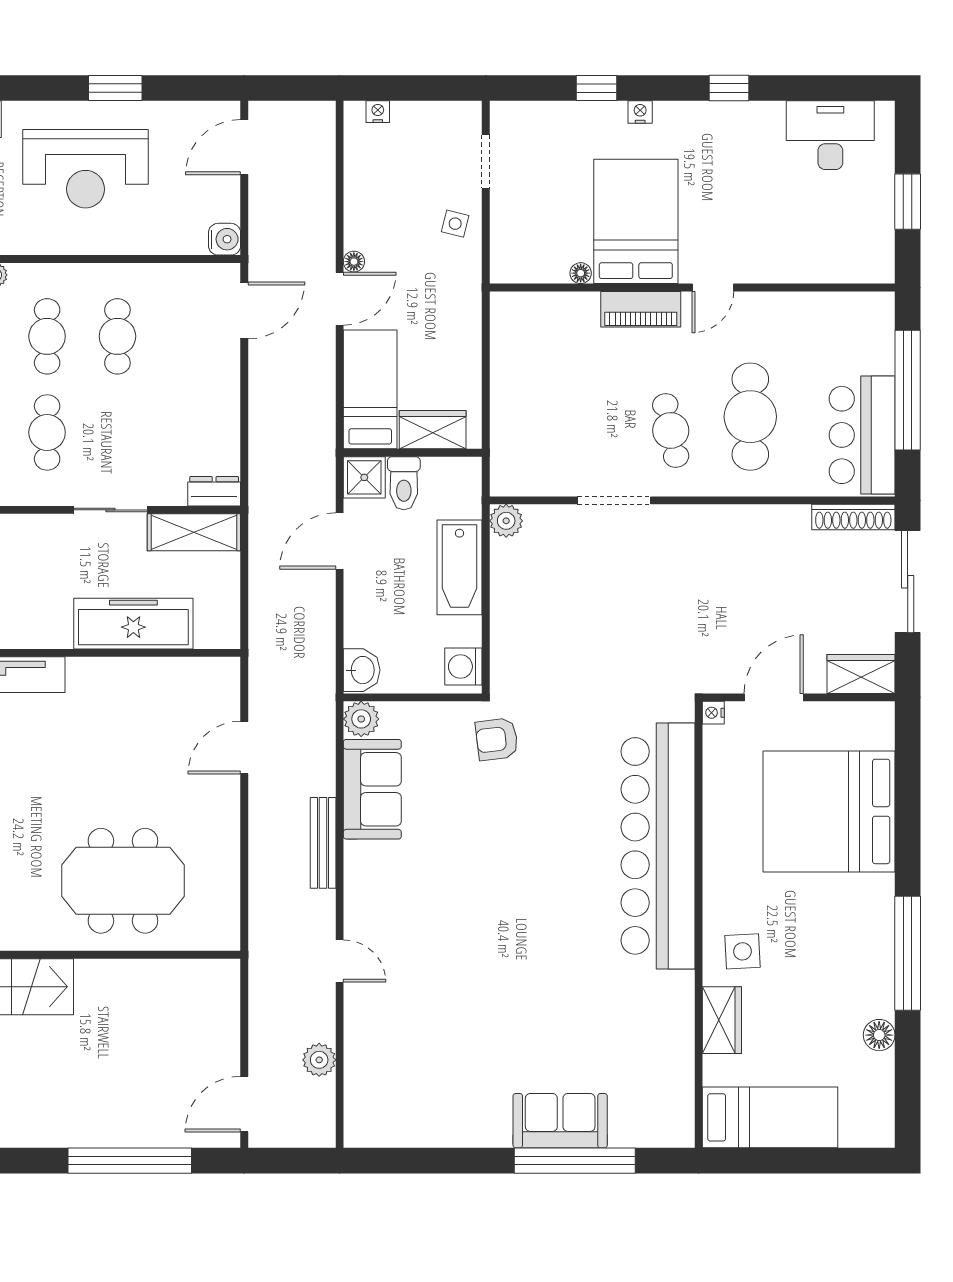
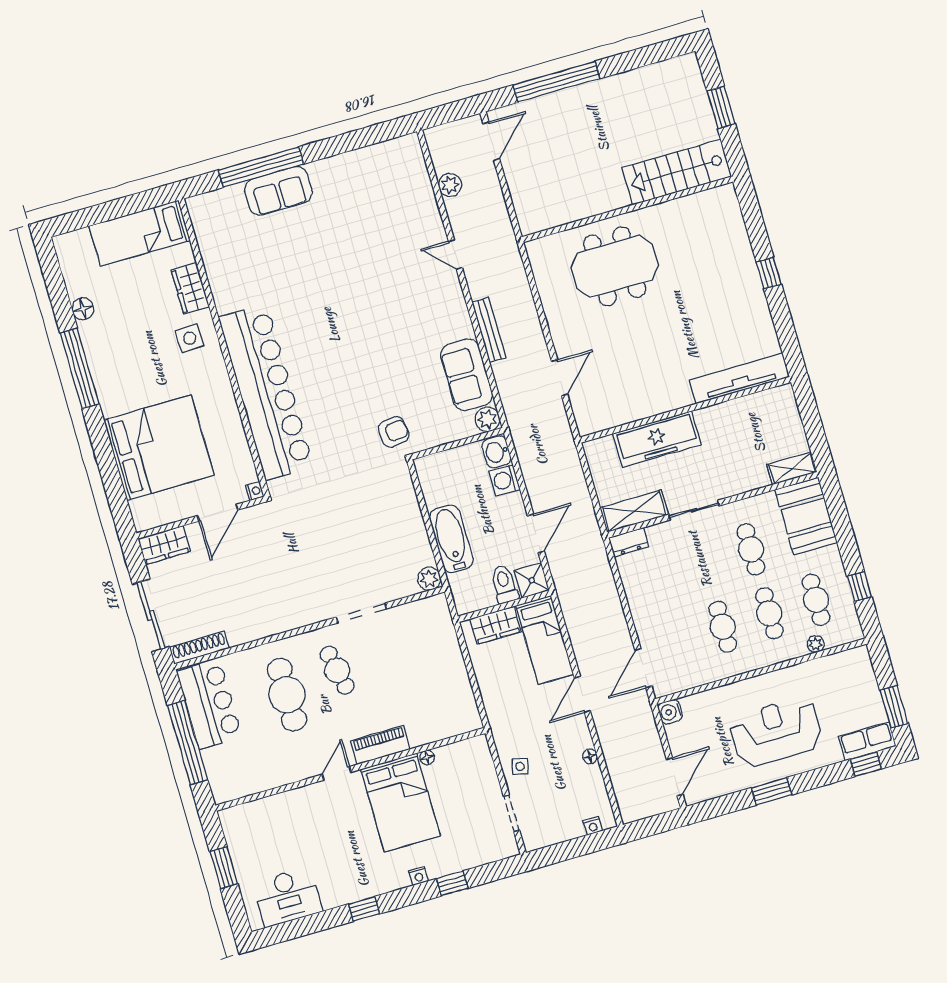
floor lamp: (354, 262) -> (590, 756), moved
washing machine: (463, 666) -> (504, 480), moved, turned 180

